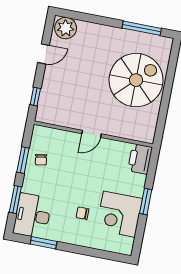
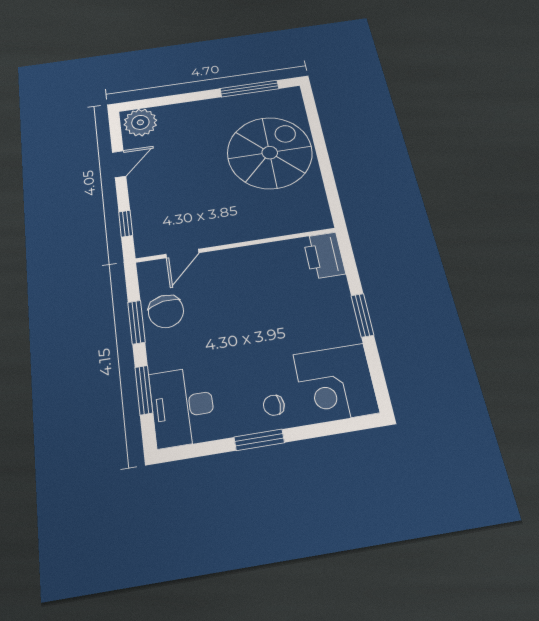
door: (91, 134) -> (182, 253), moved
chair: (41, 160) -> (166, 311), width x1.87, depth x1.87
chair: (82, 213) -> (274, 405), moved
corner desk: (119, 214) -> (336, 383), moved
window: (44, 243) -> (259, 440), moved

